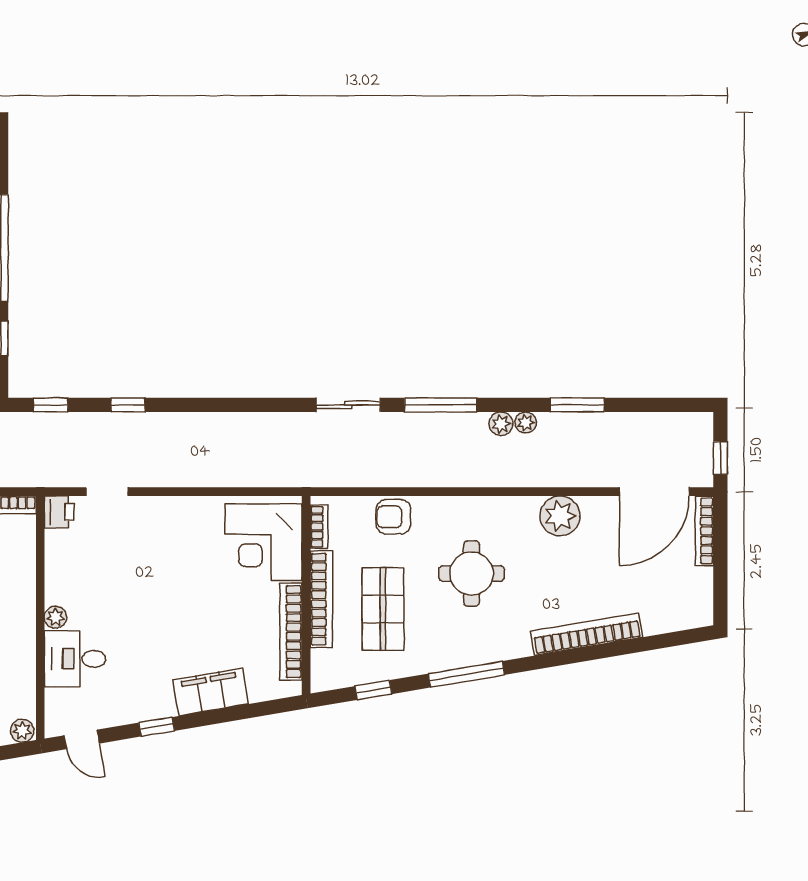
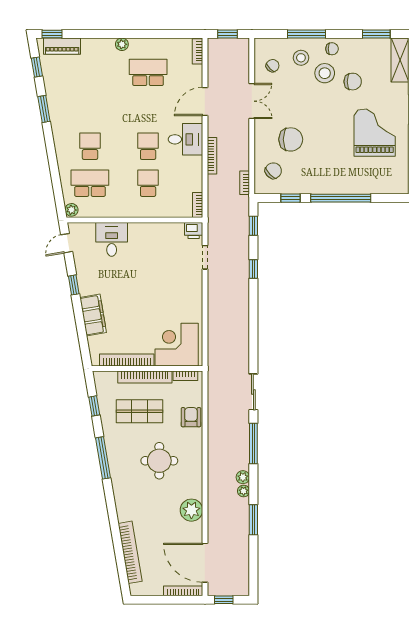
plant: (56, 617) -> (135, 229), removed
bookcase: (587, 634) -> (130, 552), moved

